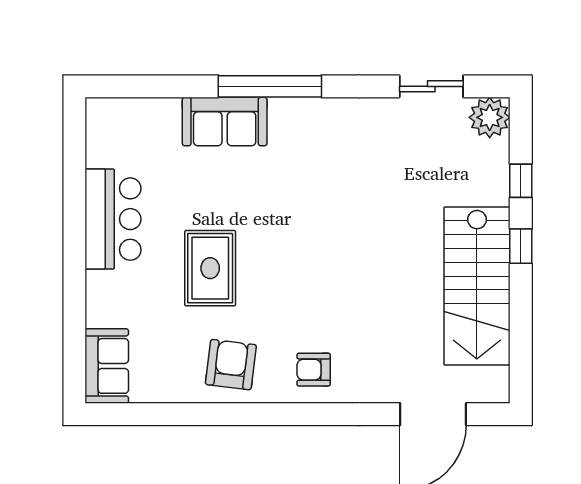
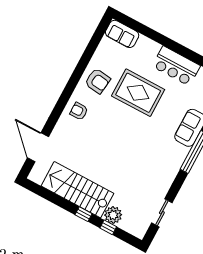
plant: (490, 117) -> (113, 215), moved
rug: (210, 268) -> (138, 93), width x1.37, depth x1.44
armchair: (314, 370) -> (79, 111), turned -90

